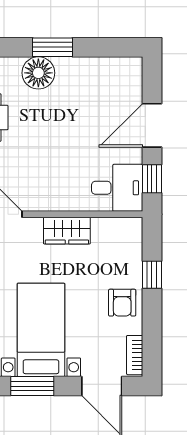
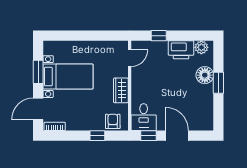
armchair: (122, 303) -> (113, 121), moved, turned 90

